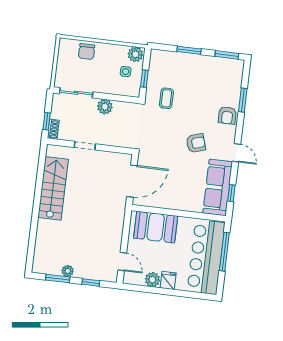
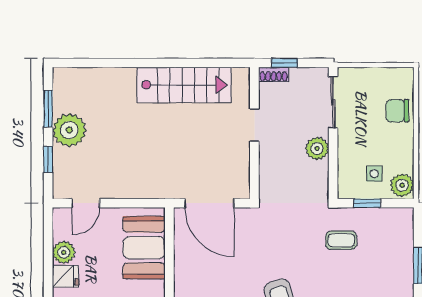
plant: (68, 271) -> (69, 130), width x1.87, depth x1.87

